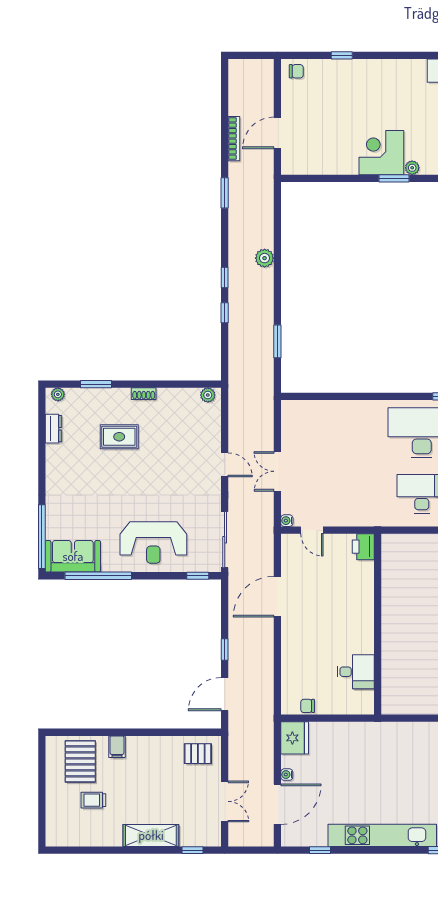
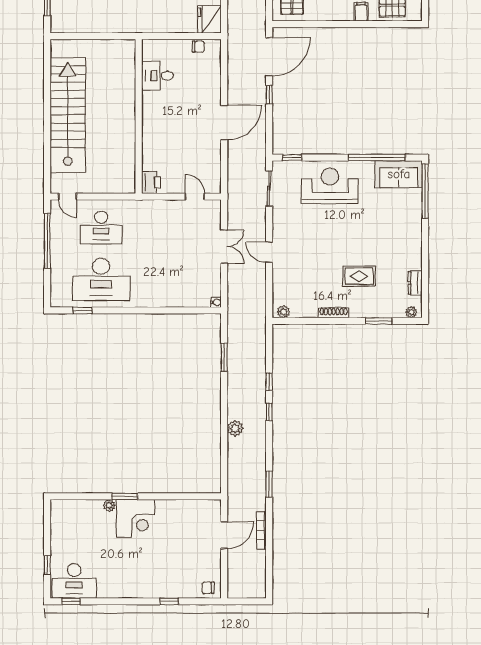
shoe rack: (144, 394) -> (334, 313), width x1.43
water cooler: (287, 521) -> (216, 302), moved
sliding door: (225, 540) -> (269, 188), width x0.73
door: (277, 597) -> (224, 123), moved
door: (225, 694) -> (269, 57), width x1.36

